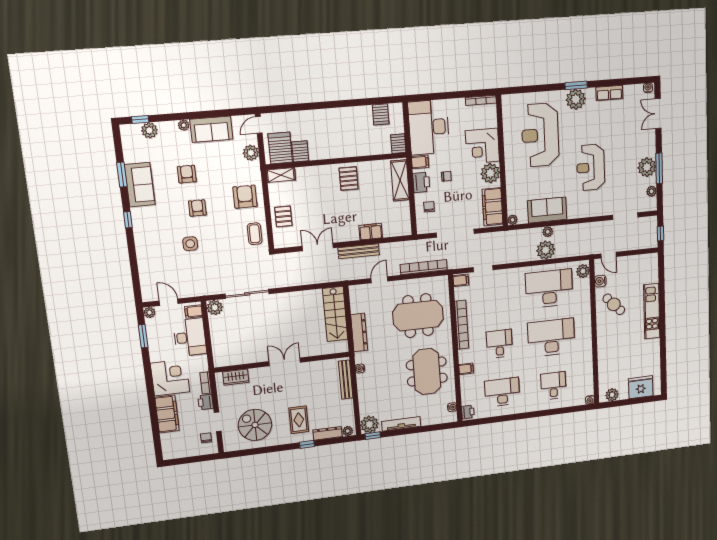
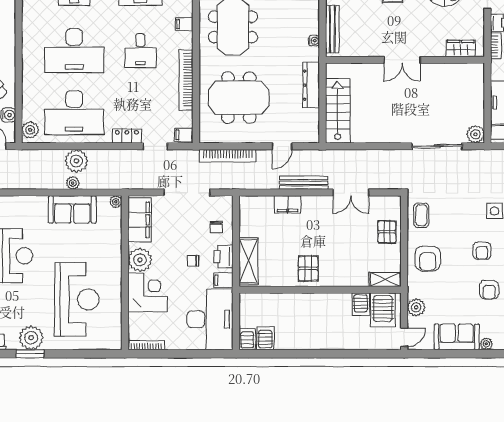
server rack: (398, 144) -> (247, 339), moved, turned 180
locker: (507, 274) -> (127, 136), added

